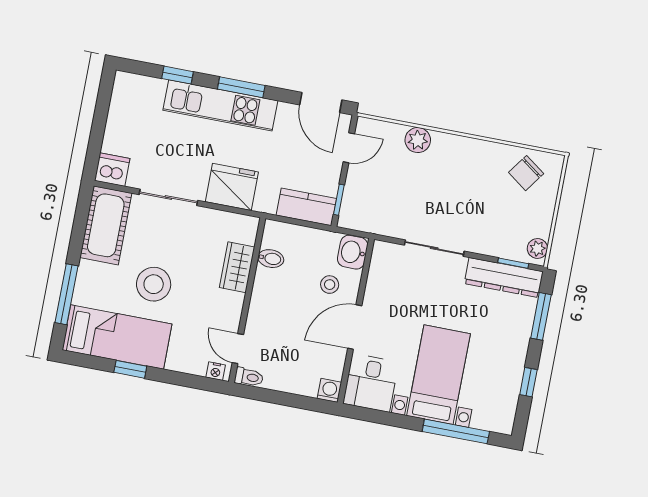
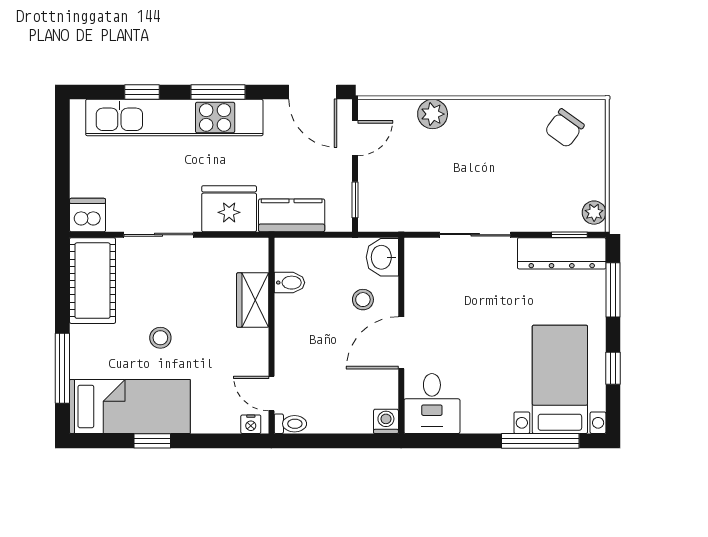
kitchen unit: (220, 105) -> (174, 118), width x1.36
kitchen counter: (306, 207) -> (292, 215), moved
stool: (154, 284) -> (160, 338), width x0.53, depth x0.53
bed with nightstands: (439, 375) -> (560, 379), moved

